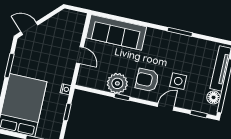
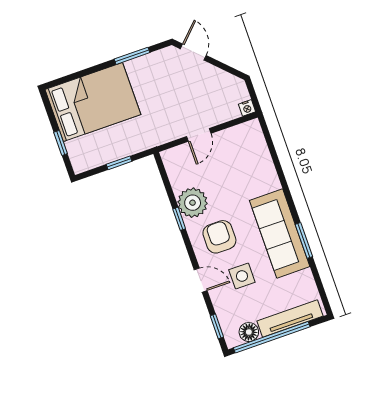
sofa: (116, 32) -> (280, 233), moved
nightstand: (66, 89) -> (247, 108), moved

